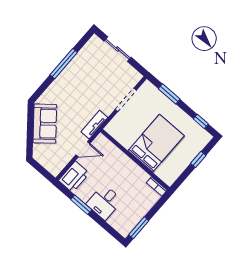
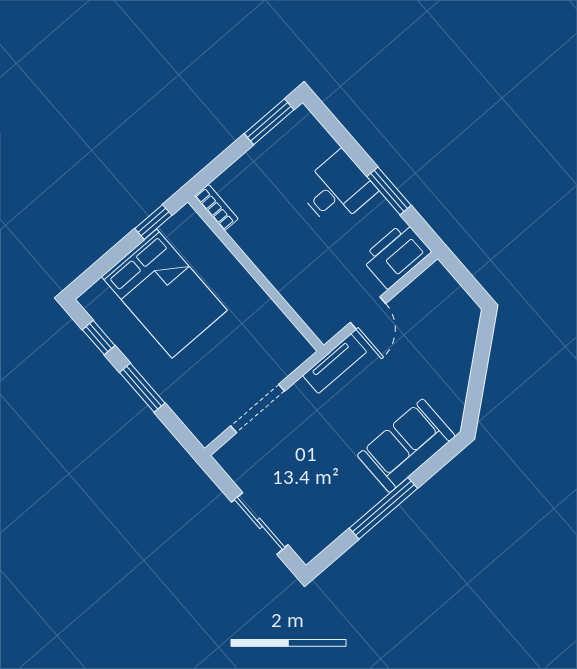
window: (169, 94) -> (142, 388), moved
sofa: (45, 124) -> (406, 446), moved, turned 39
bed: (156, 143) -> (164, 294), moved, turned -90
door: (83, 149) -> (368, 313), swing flipped
window: (198, 159) -> (153, 222), moved

